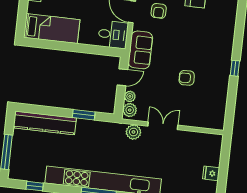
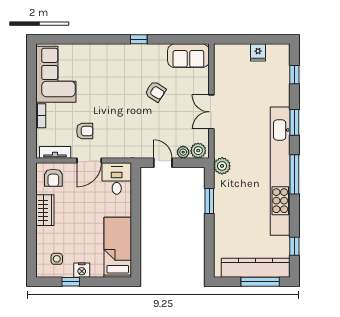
sofa: (140, 50) -> (188, 56), moved, turned 180
armchair: (187, 78) -> (155, 92), turned -54
kitchen counter: (45, 123) -> (256, 268), moved, turned -90
plant: (133, 132) -> (222, 166), moved

